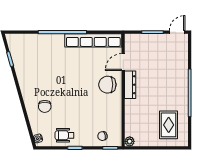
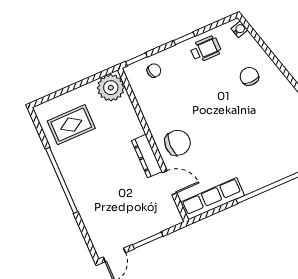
row of seats: (93, 40) -> (212, 199), width x0.73
door: (123, 62) -> (170, 183), hinge flipped
rug: (169, 125) -> (71, 125), turned 90
plant: (130, 141) -> (111, 88), width x1.87, depth x1.87

